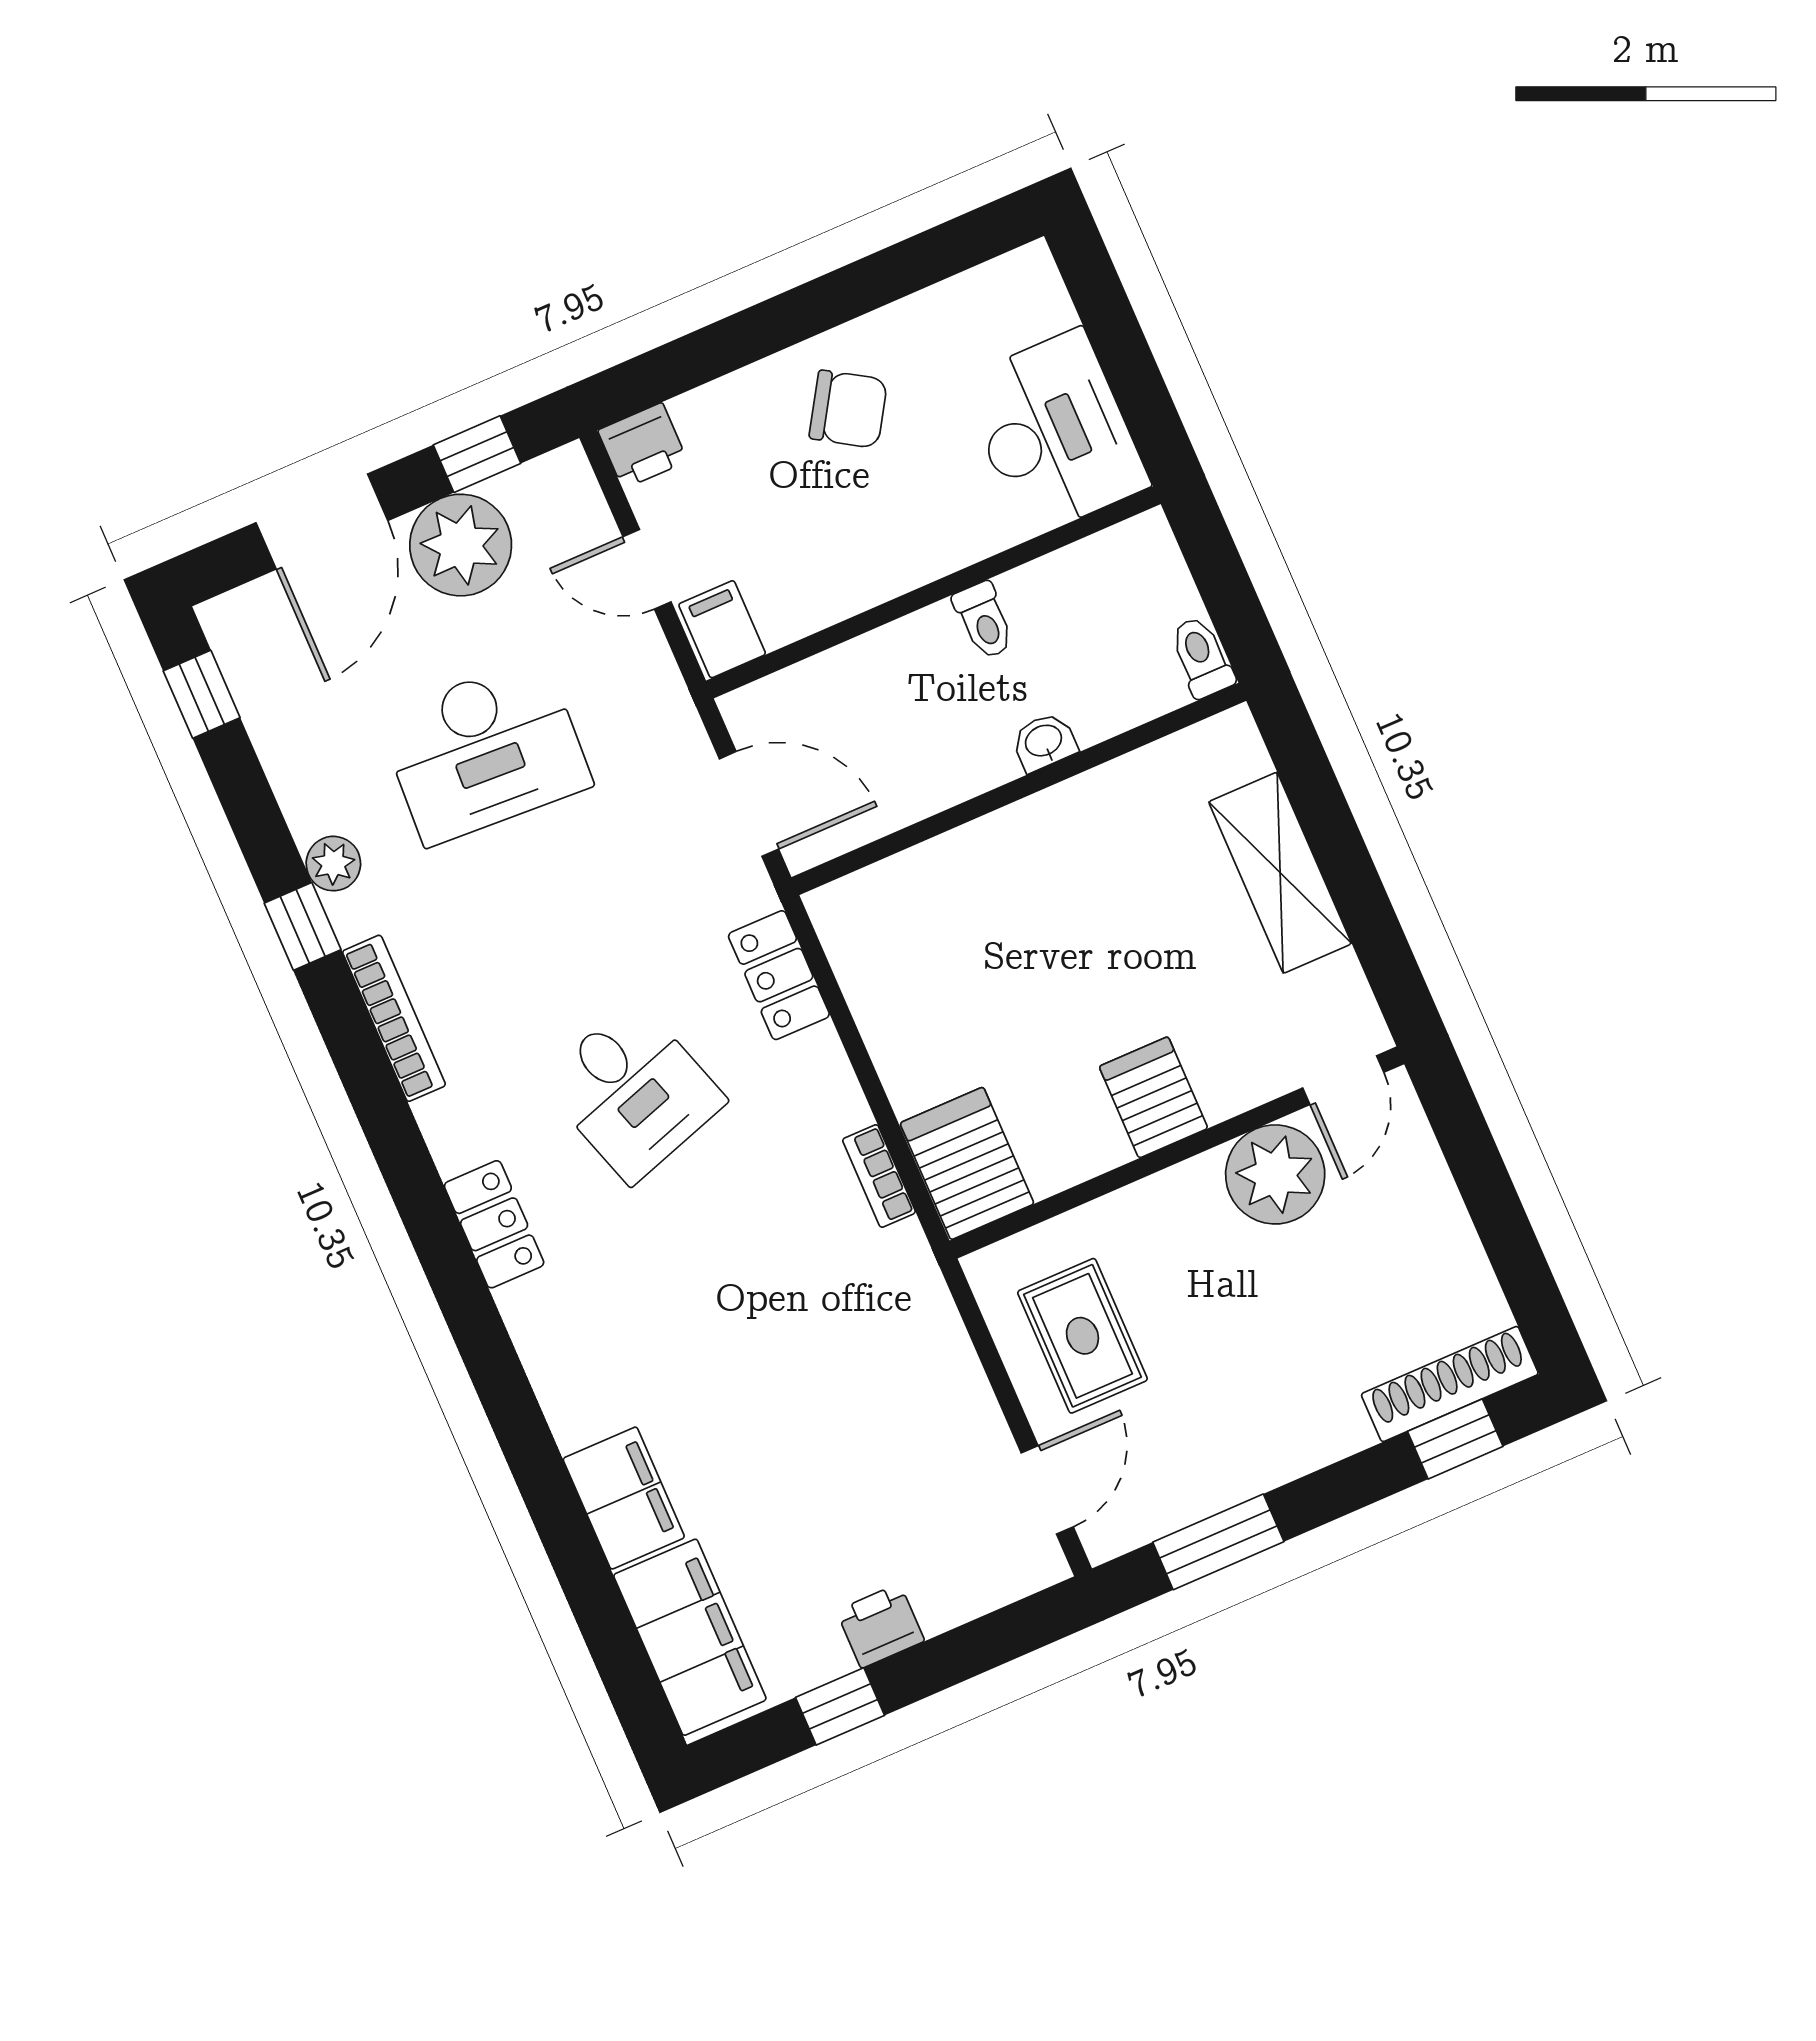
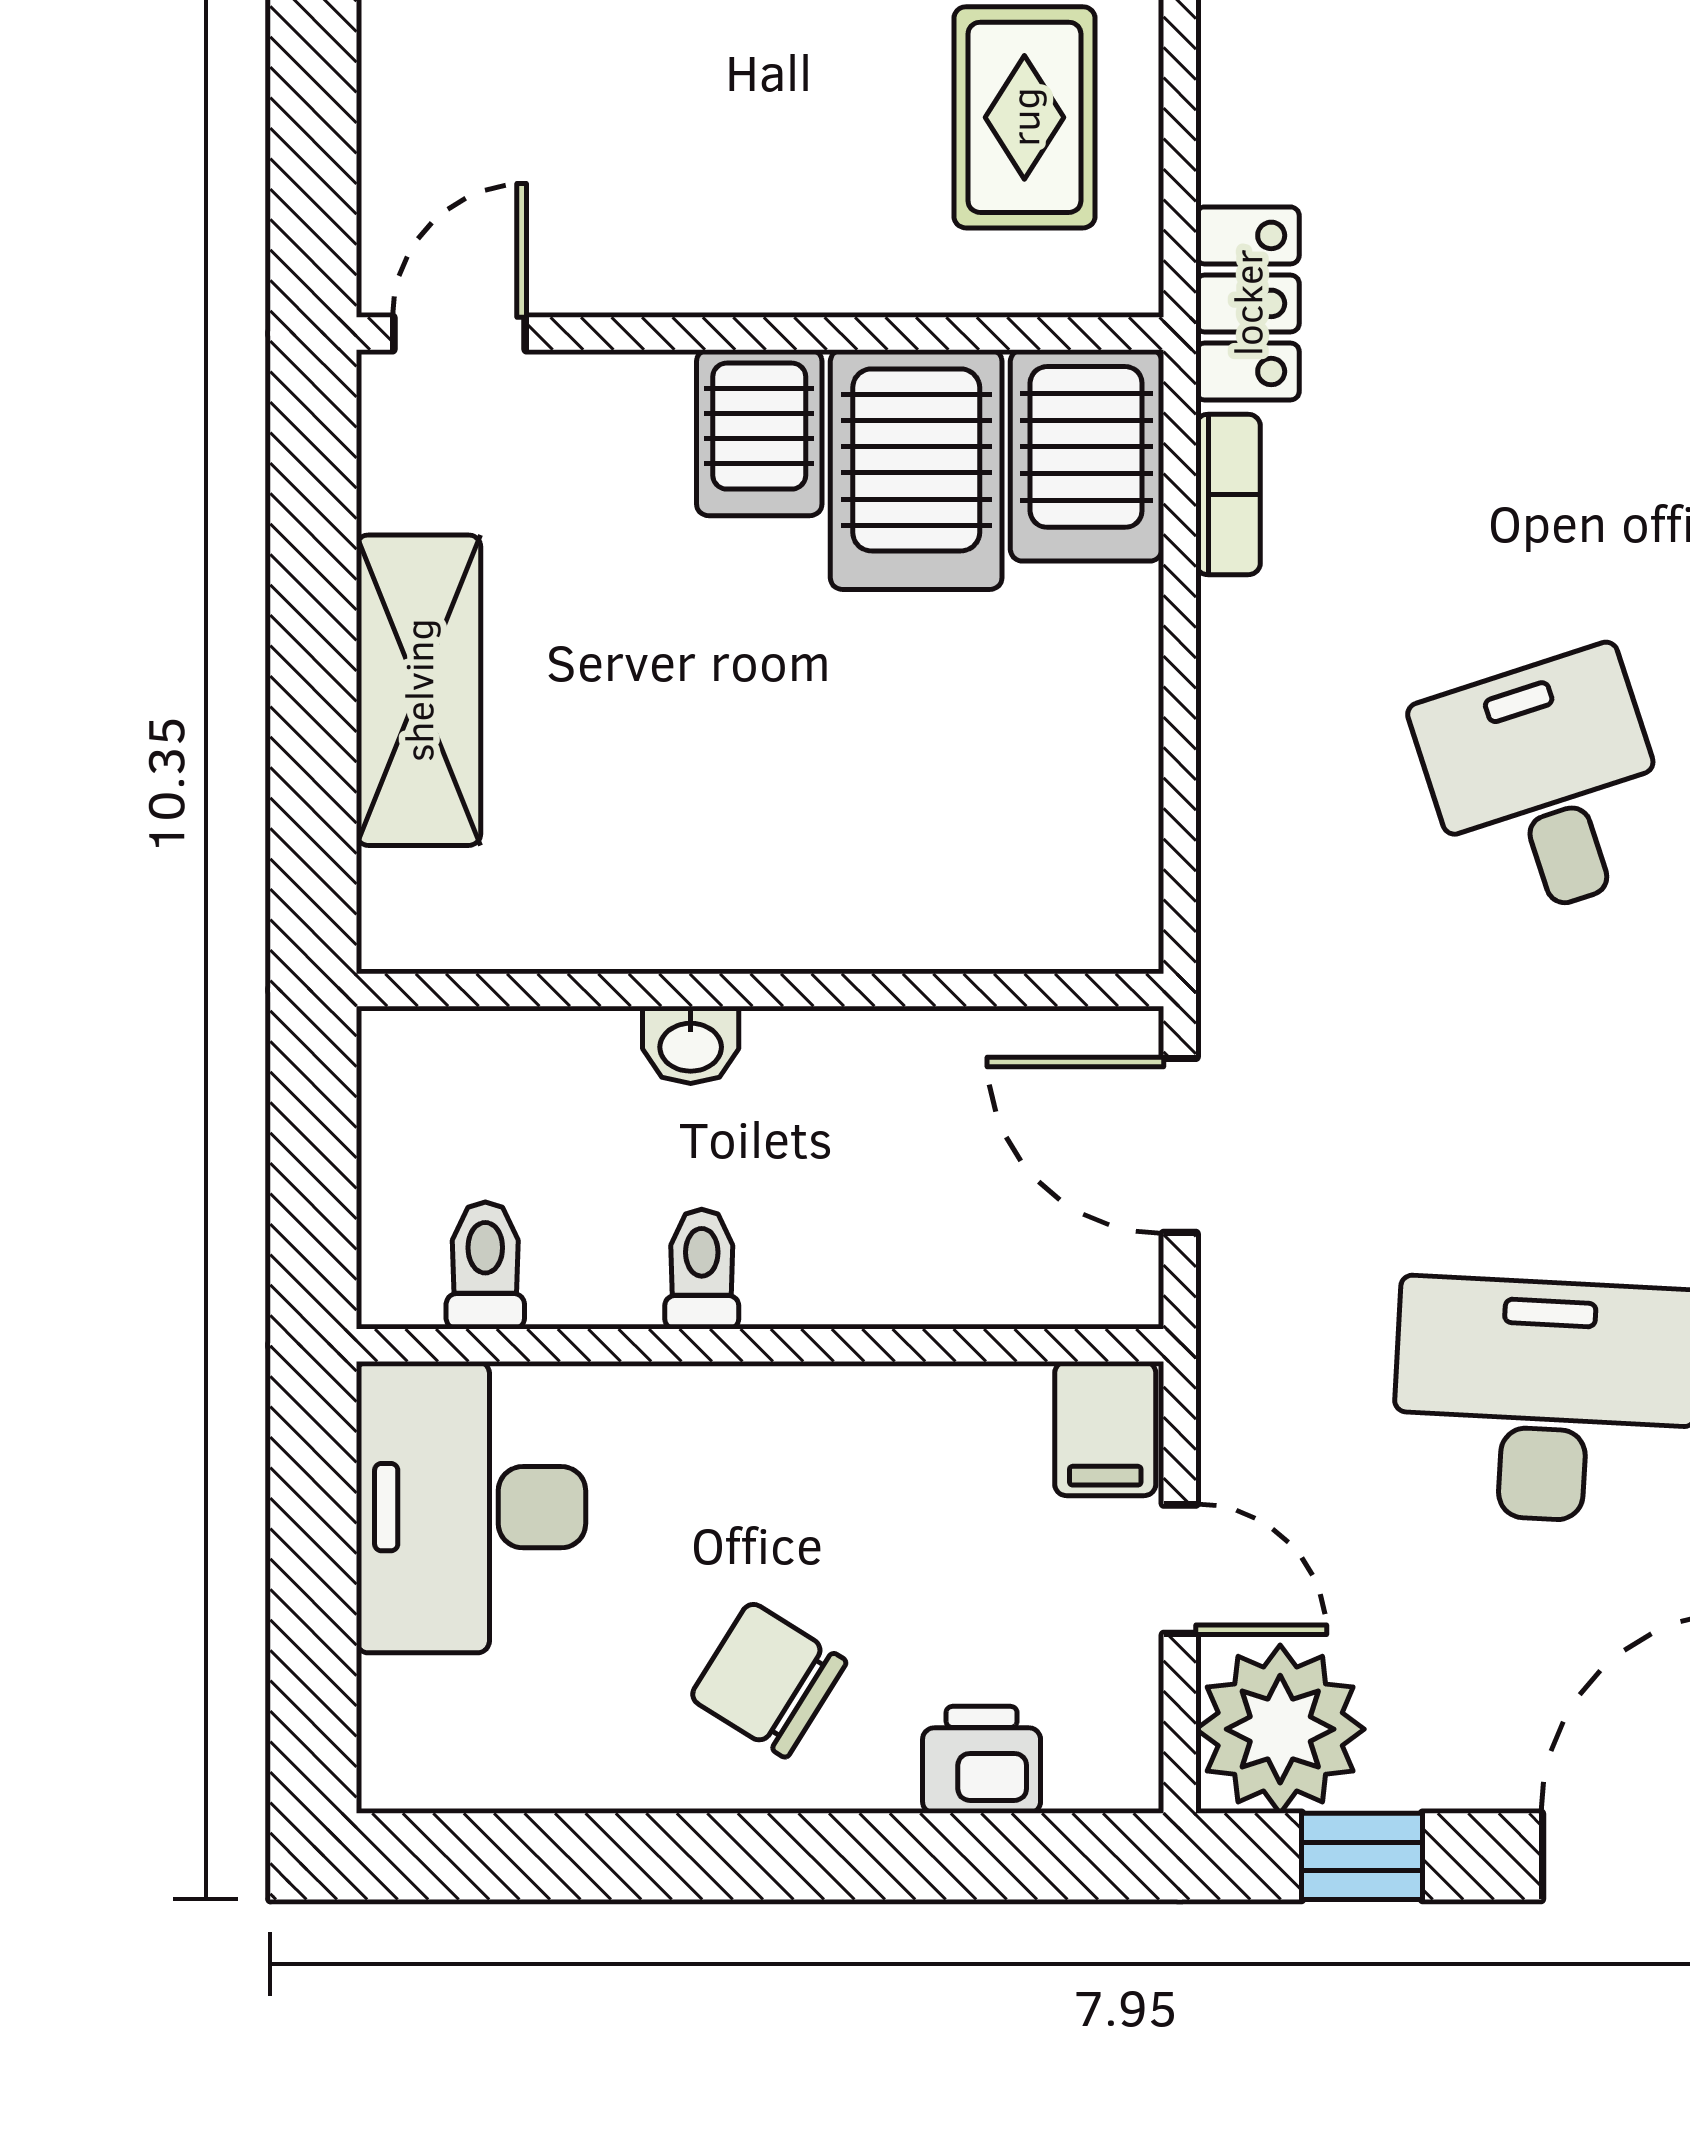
printer: (643, 446) -> (982, 1760), moved
plant: (461, 545) -> (1280, 1729), moved
toilet: (1202, 657) -> (485, 1265), moved, turned 180
locker: (779, 975) -> (1247, 303), moved
server rack: (1058, 1115) -> (916, 470), added
plant: (1275, 1174) -> (625, 235), removed

